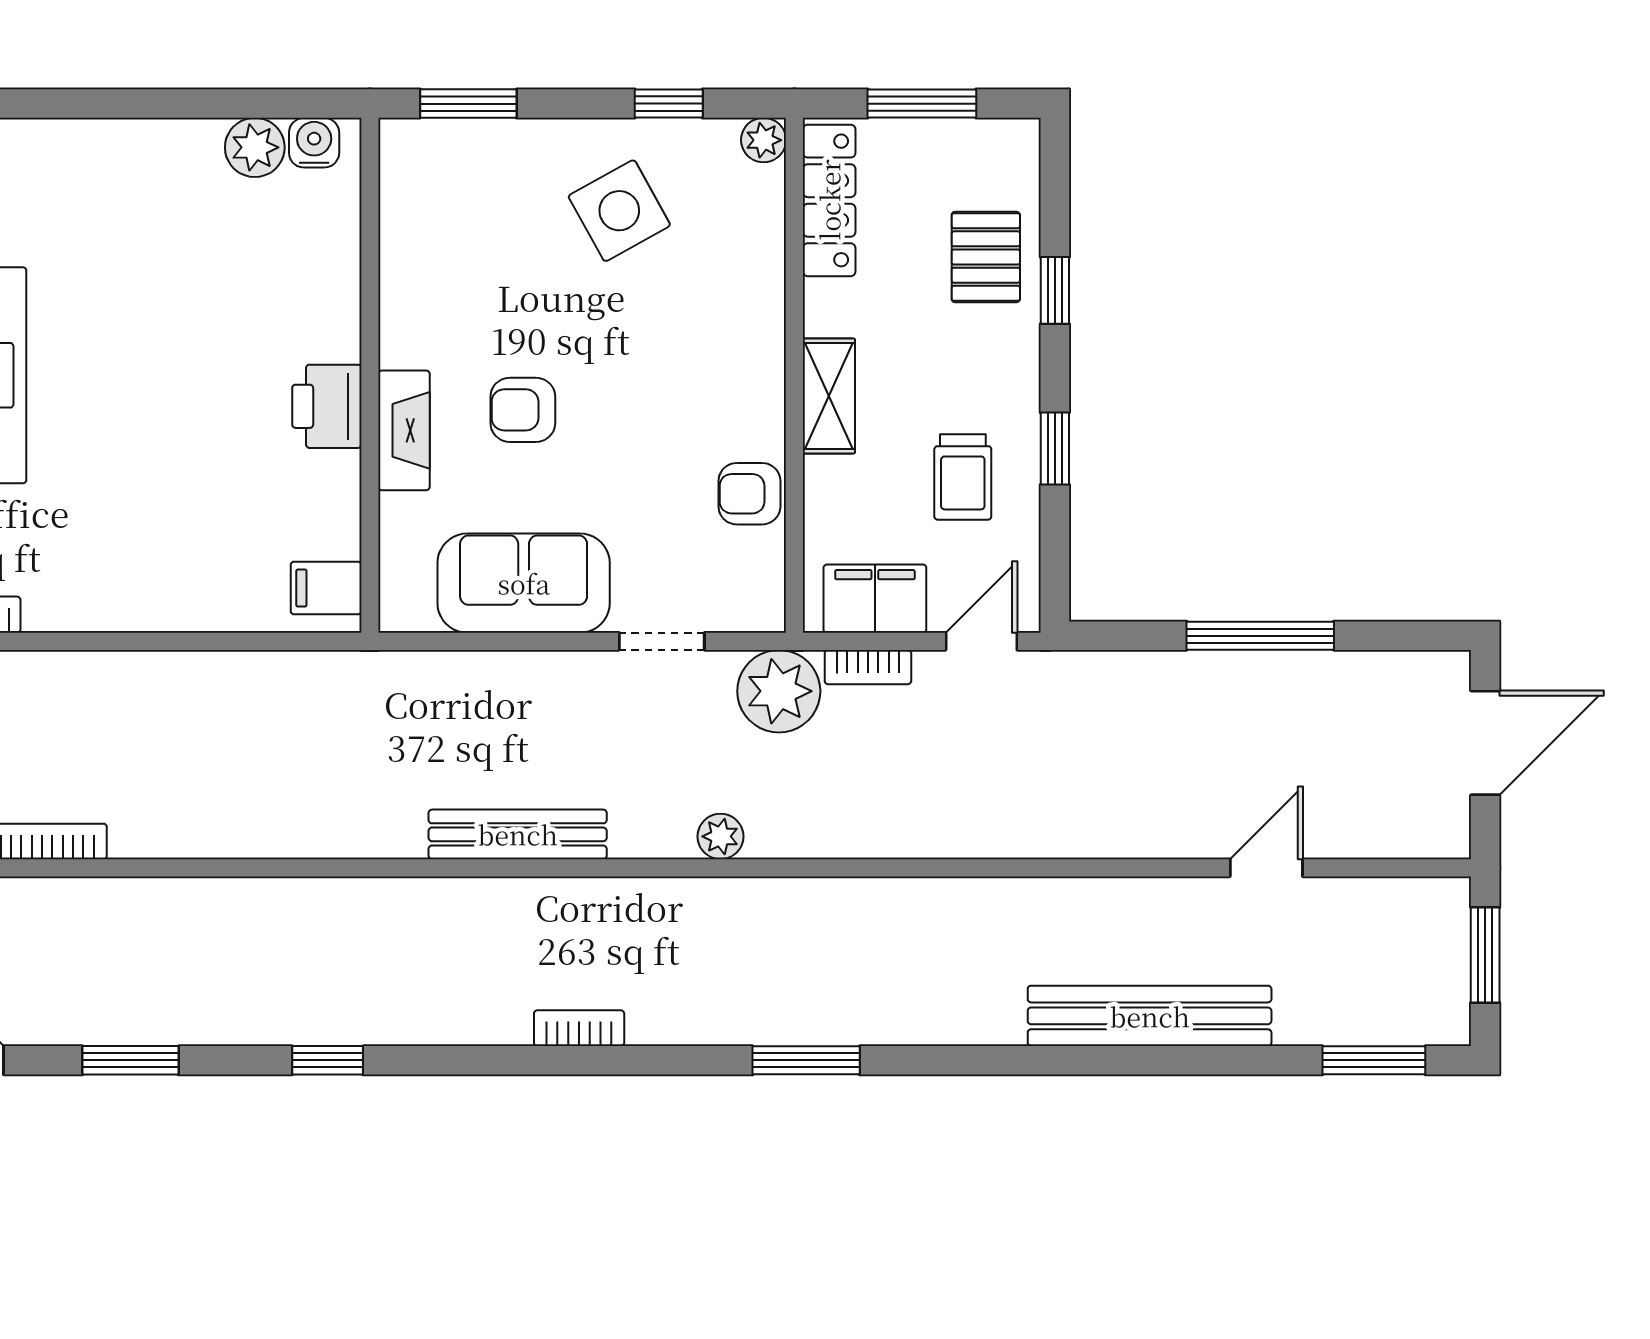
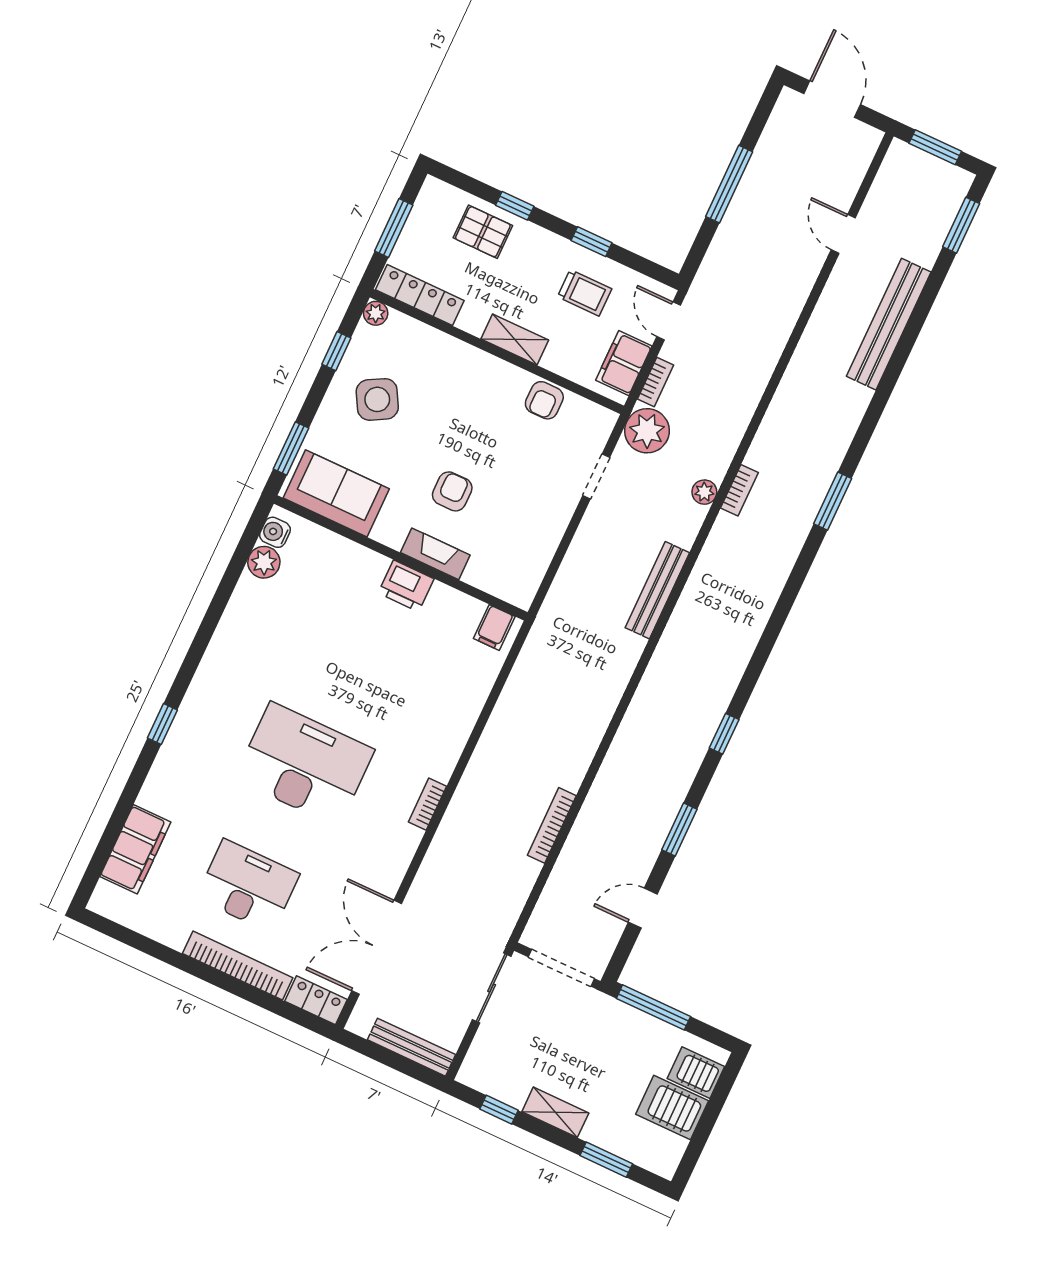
armchair: (523, 410) -> (452, 491), turned 180
sofa: (524, 583) -> (336, 493), moved, turned 90
bookcase: (579, 1028) -> (739, 490), moved, turned 180

